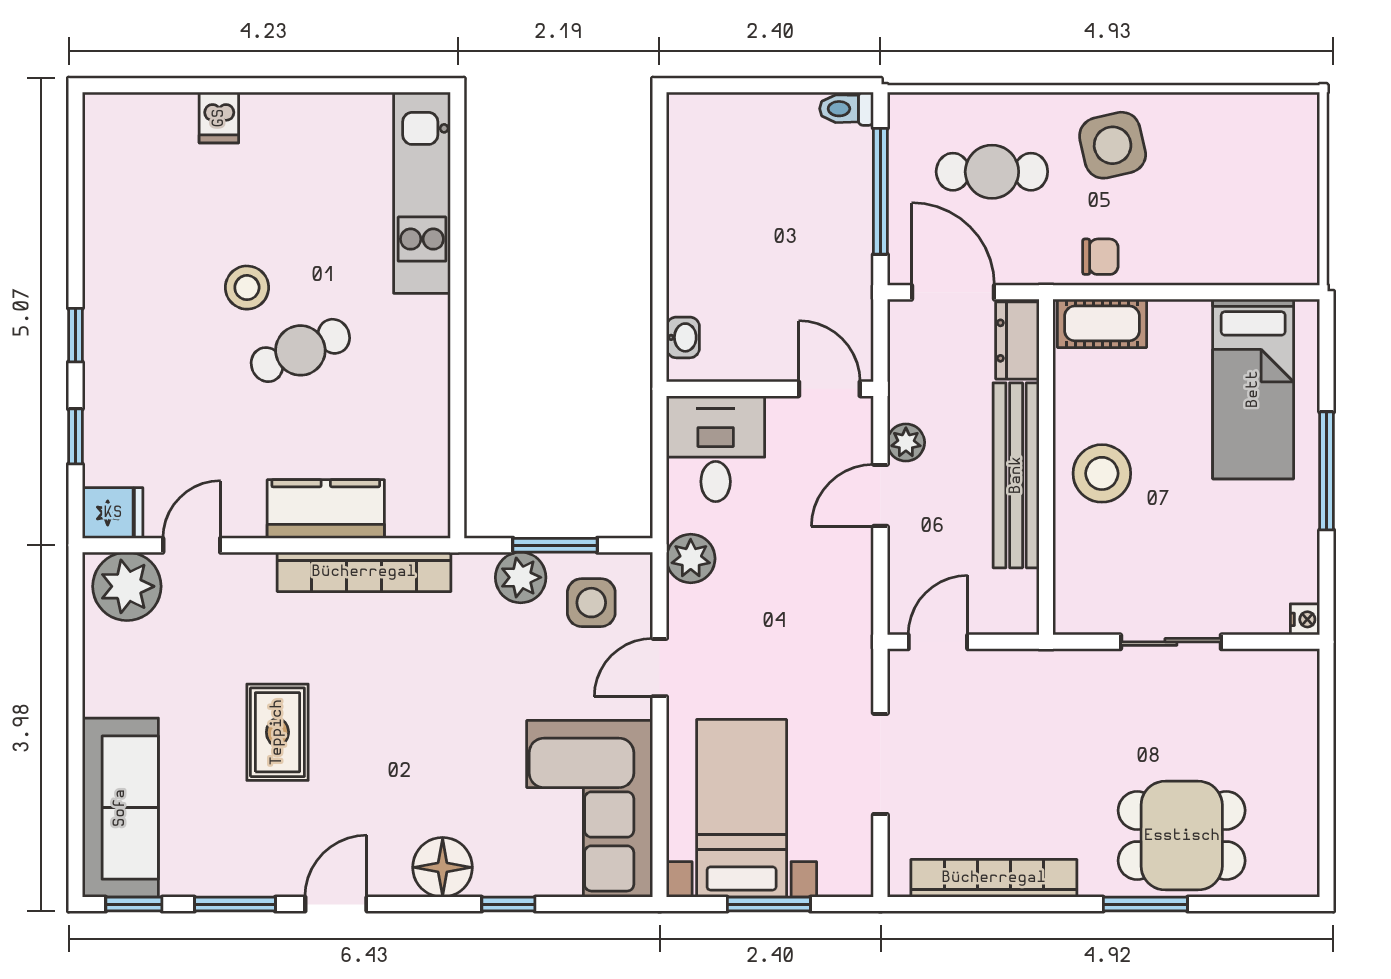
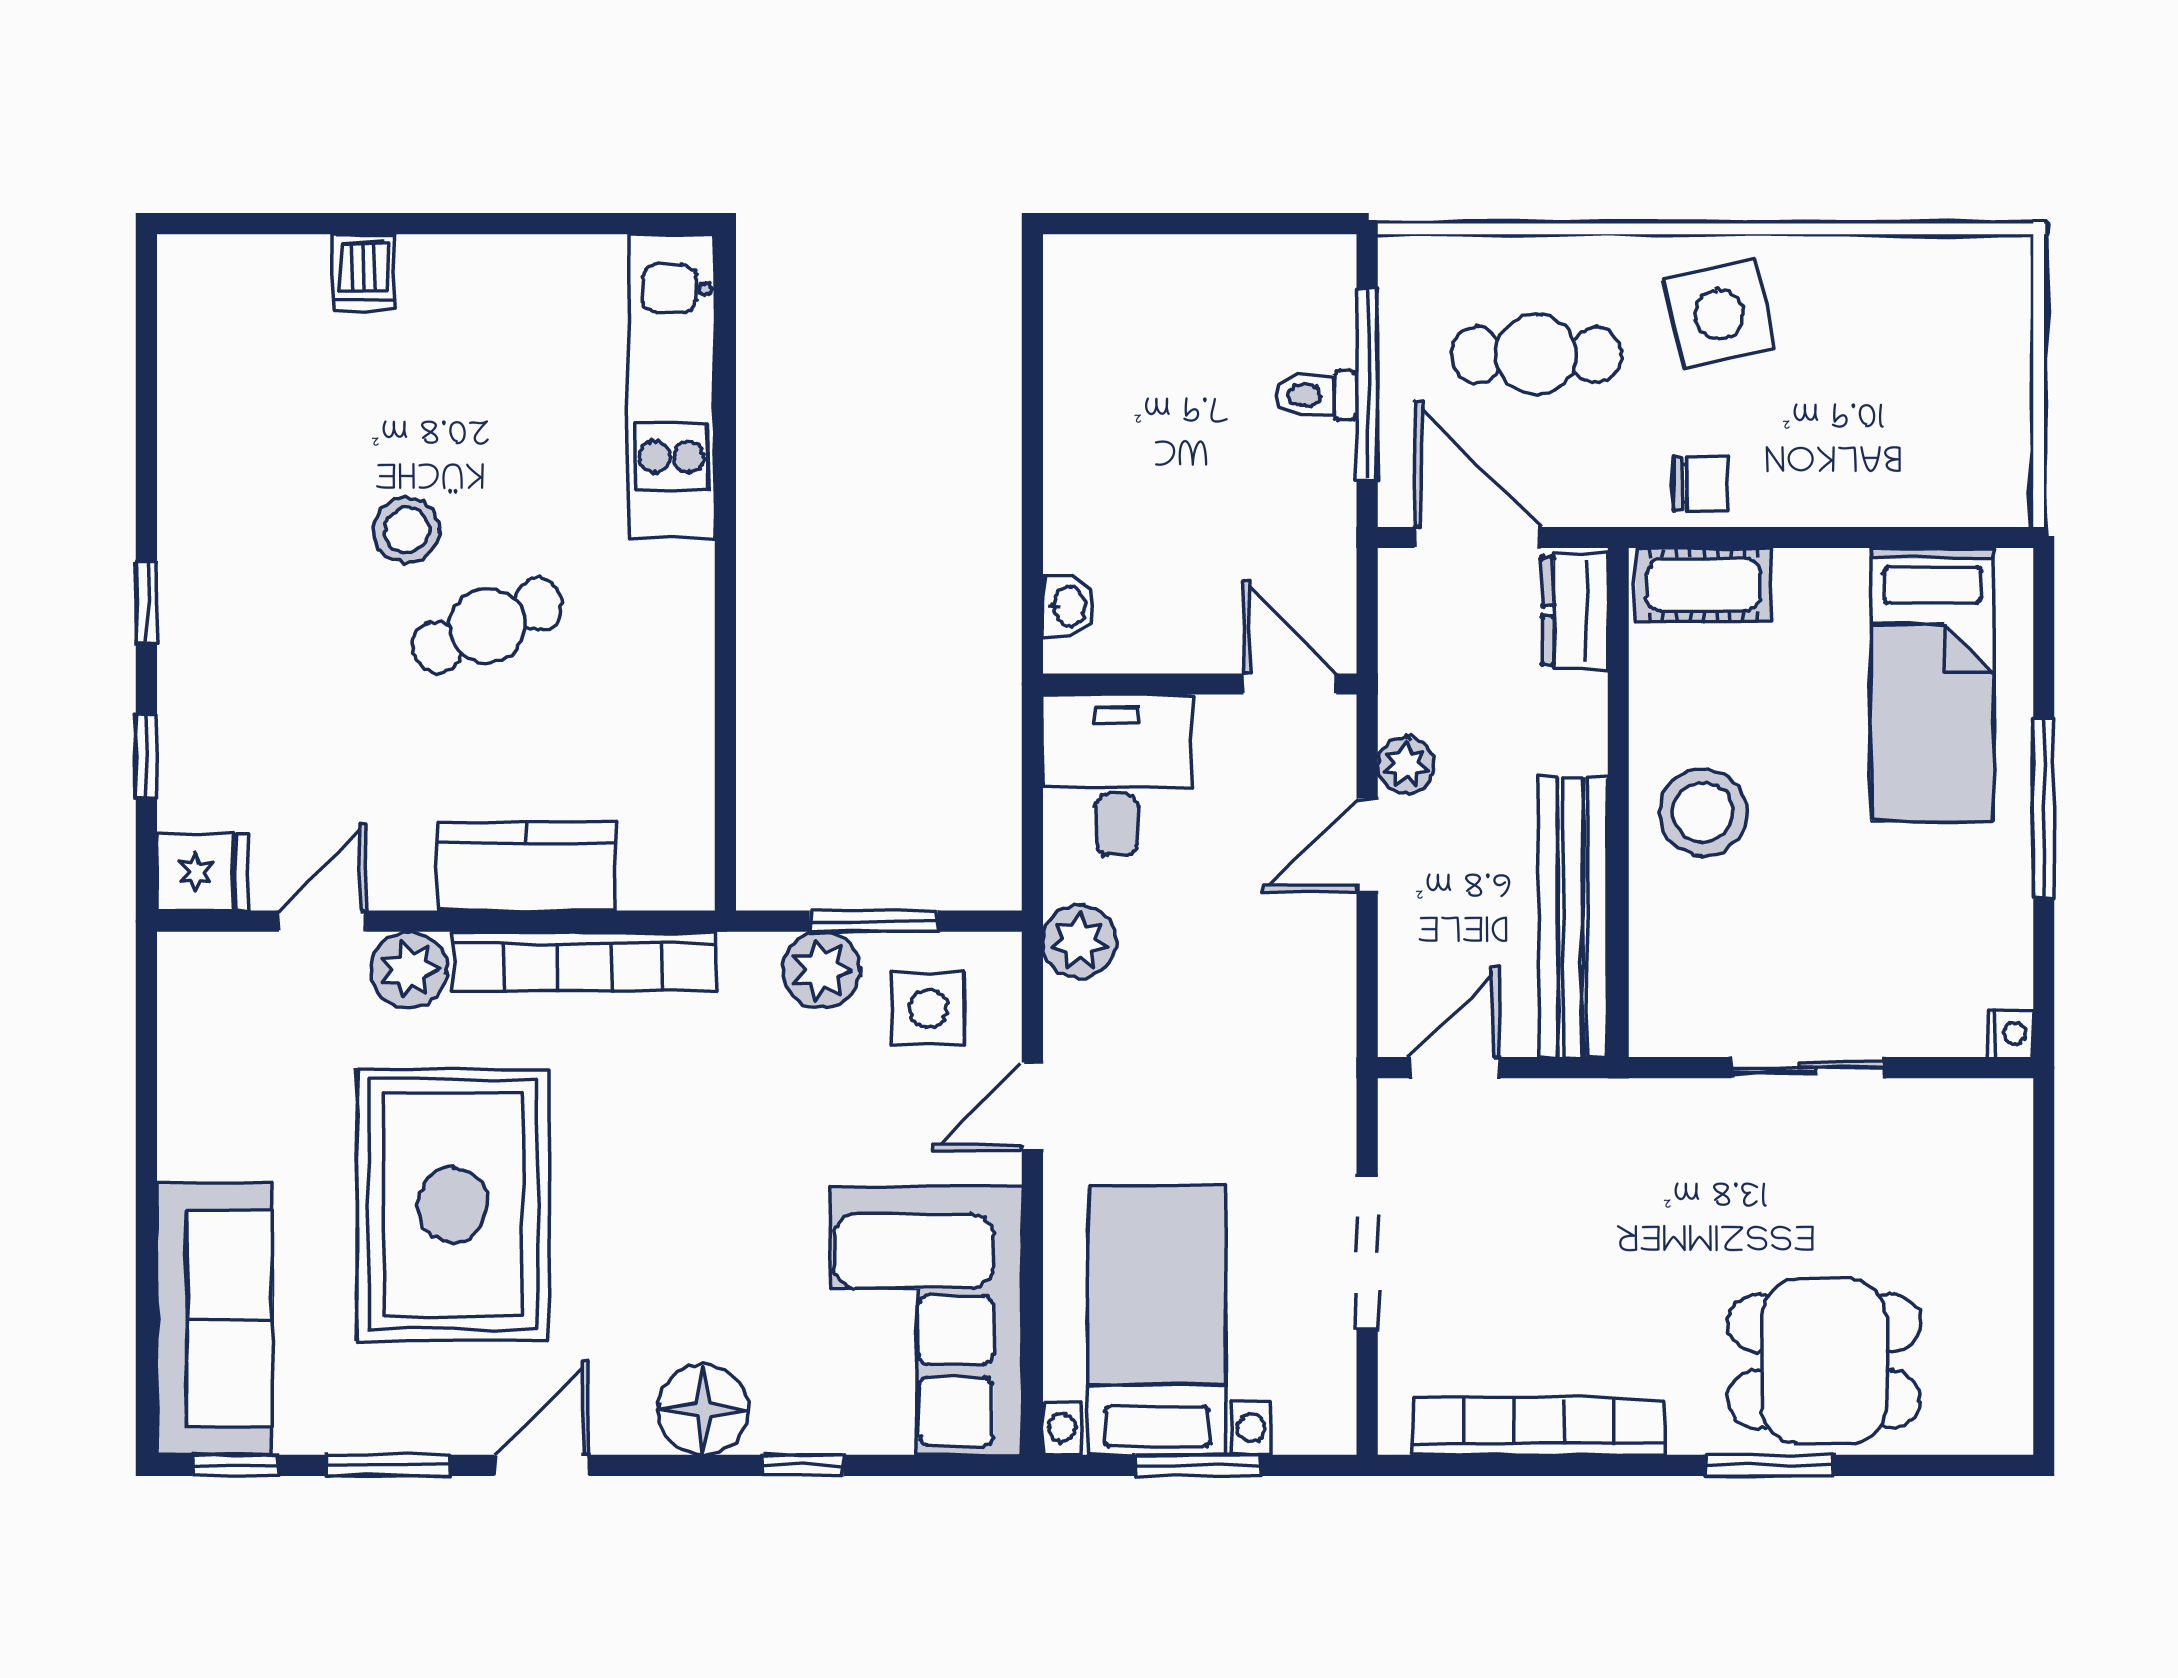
toilet: (847, 109) -> (1316, 395), moved
bench: (1016, 475) -> (1573, 917), moved
plant: (127, 586) -> (409, 970), moved, width x0.73, depth x0.73
rug: (277, 732) -> (453, 1205), width x1.86, depth x2.06

